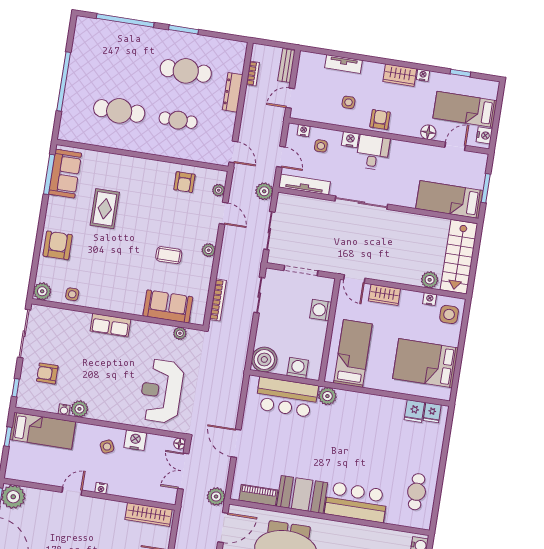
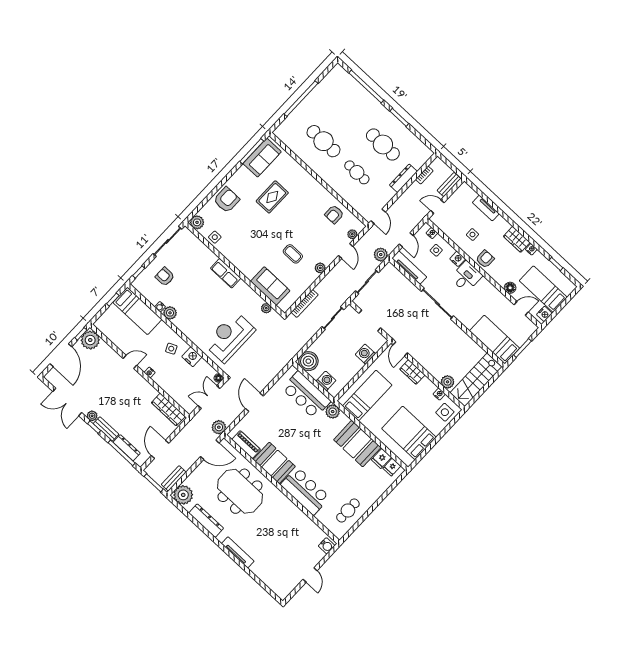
booth: (378, 413) -> (357, 444), added

